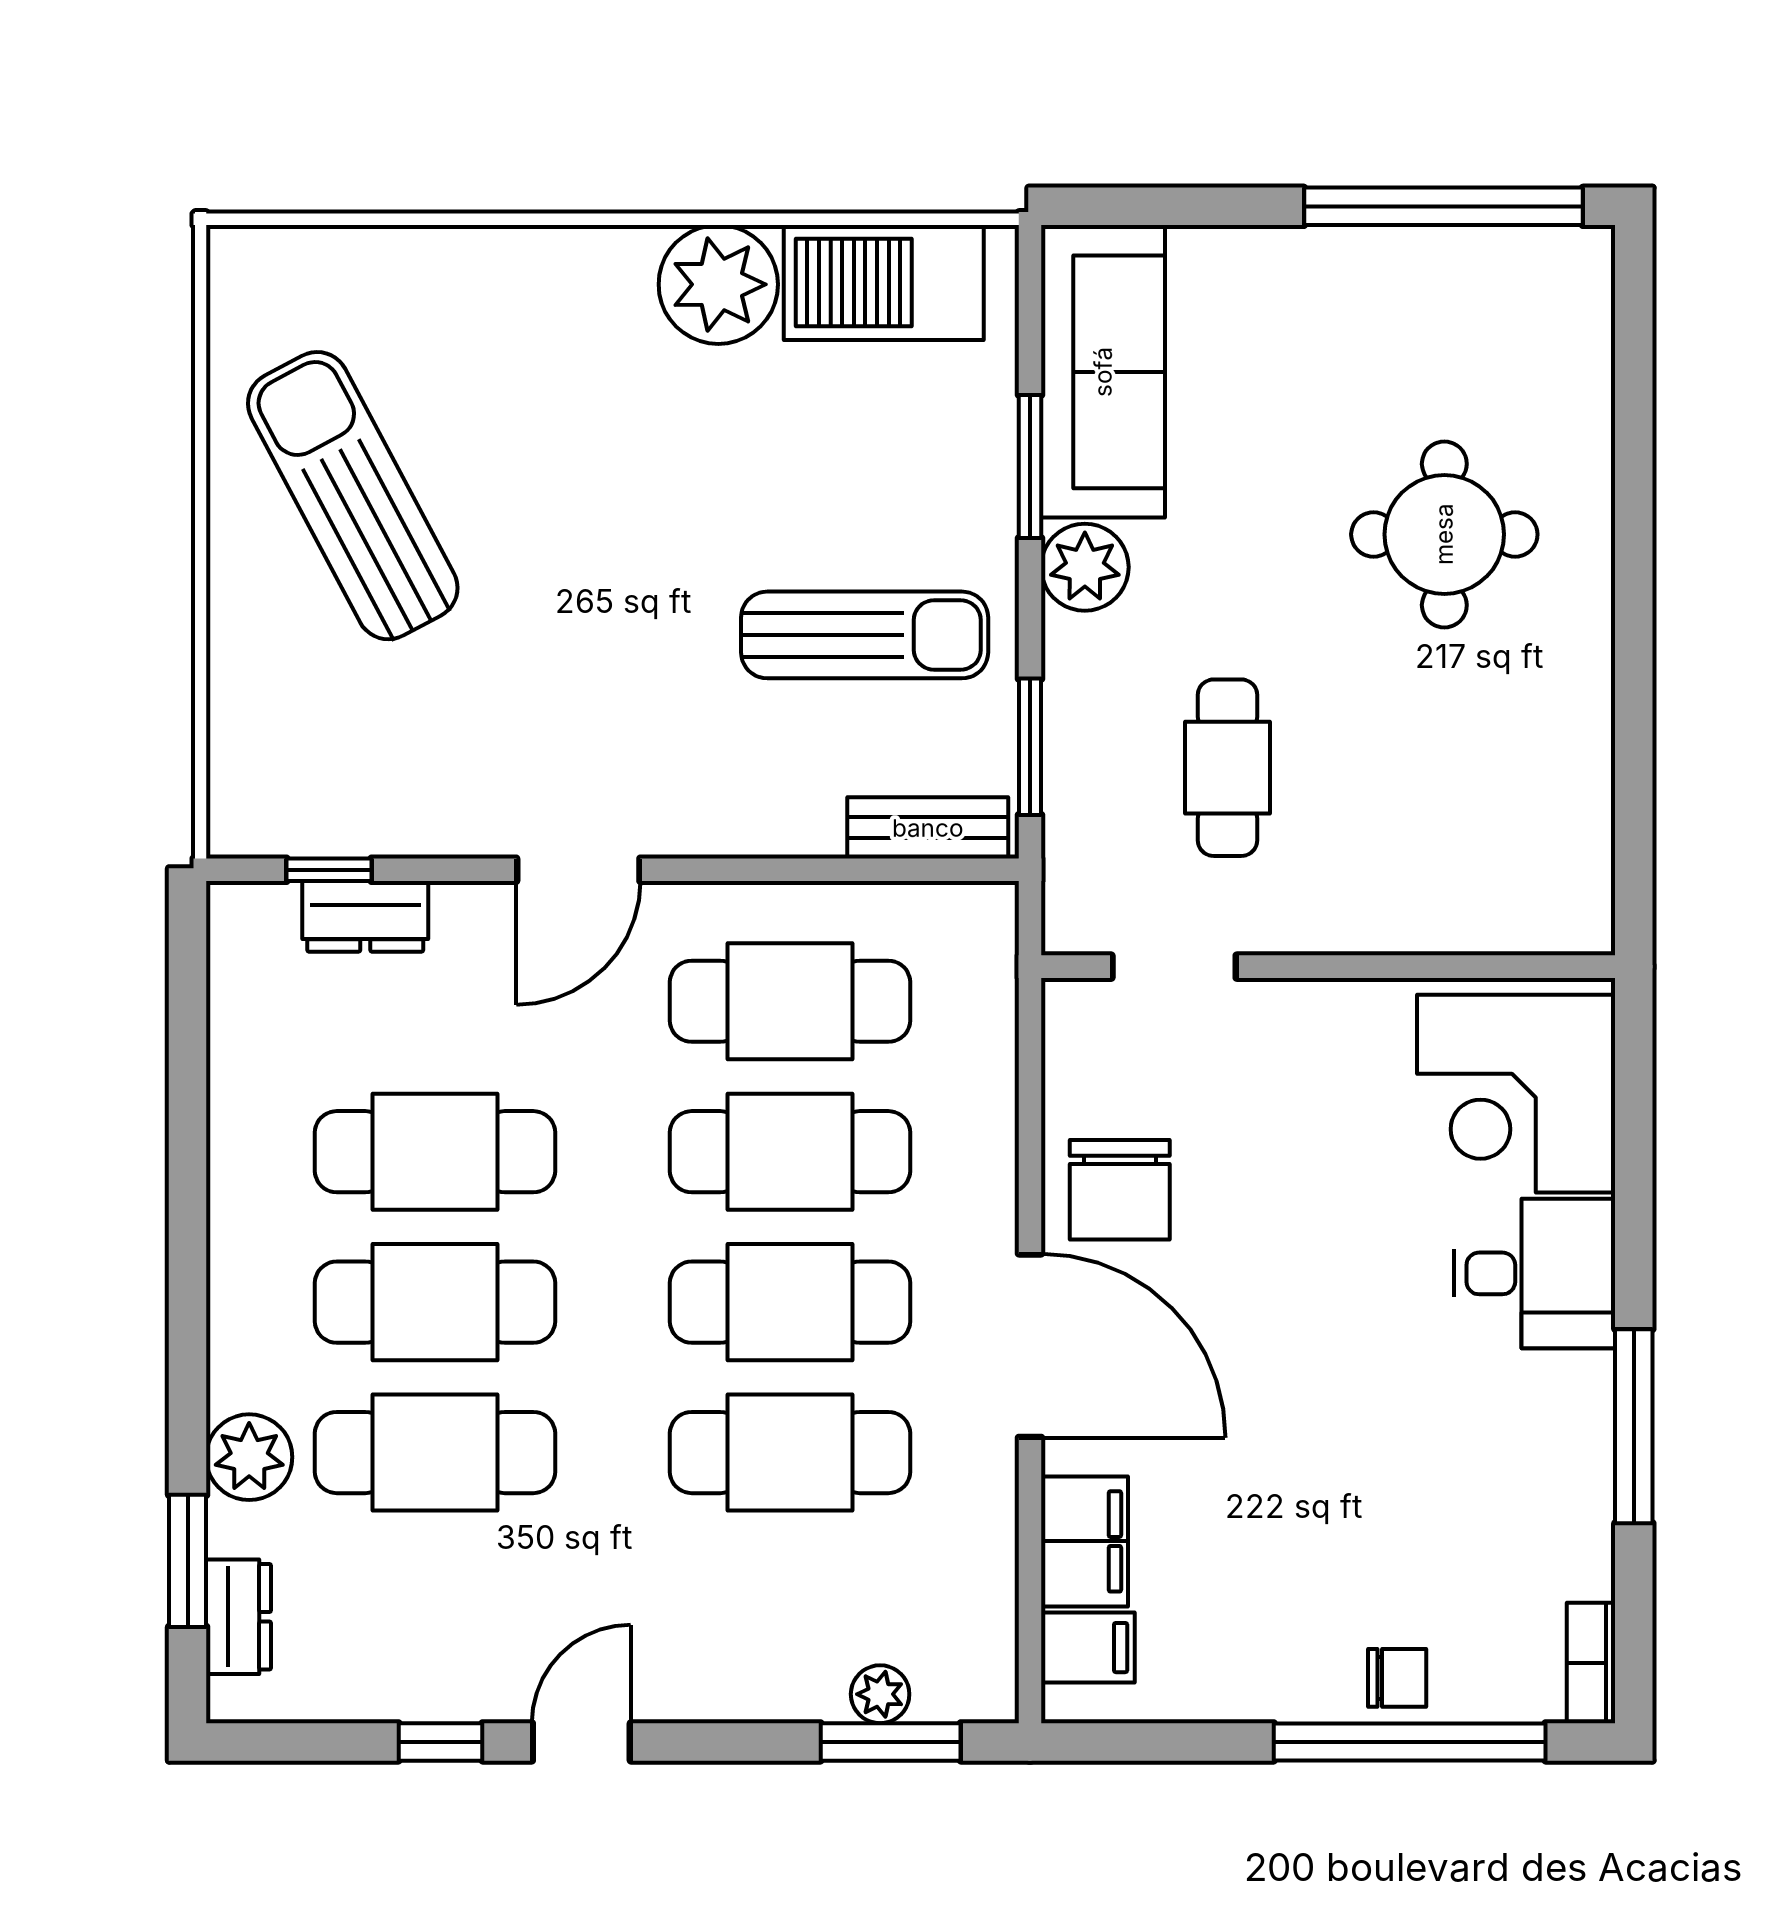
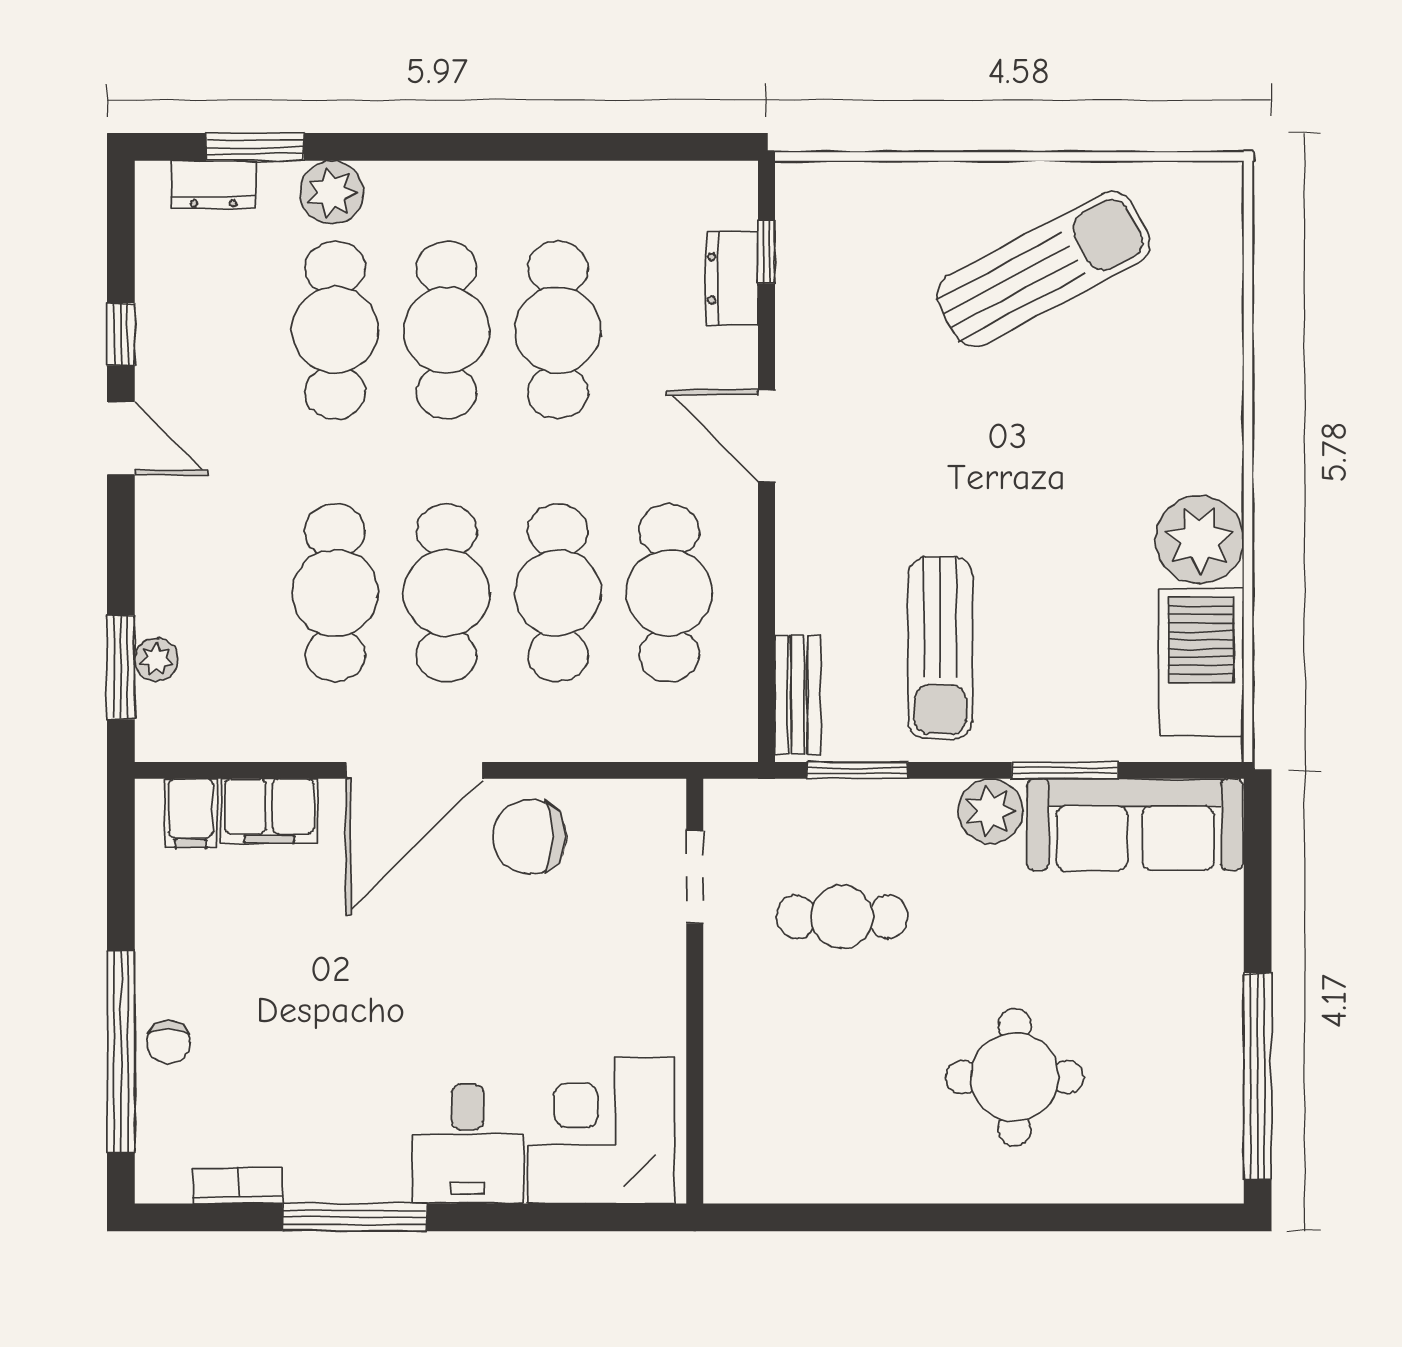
bookcase: (1591, 1663) -> (238, 1186), moved

